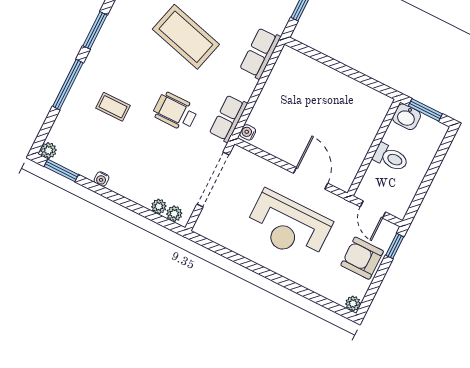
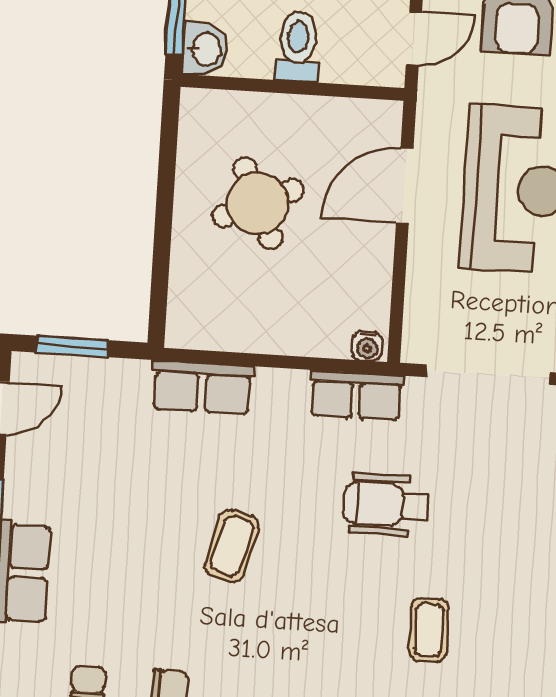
coffee table: (186, 37) -> (232, 546), width x0.54, depth x0.58
wheelchair: (175, 111) -> (386, 505), turned 90
round table: (330, 111) -> (258, 203), added

